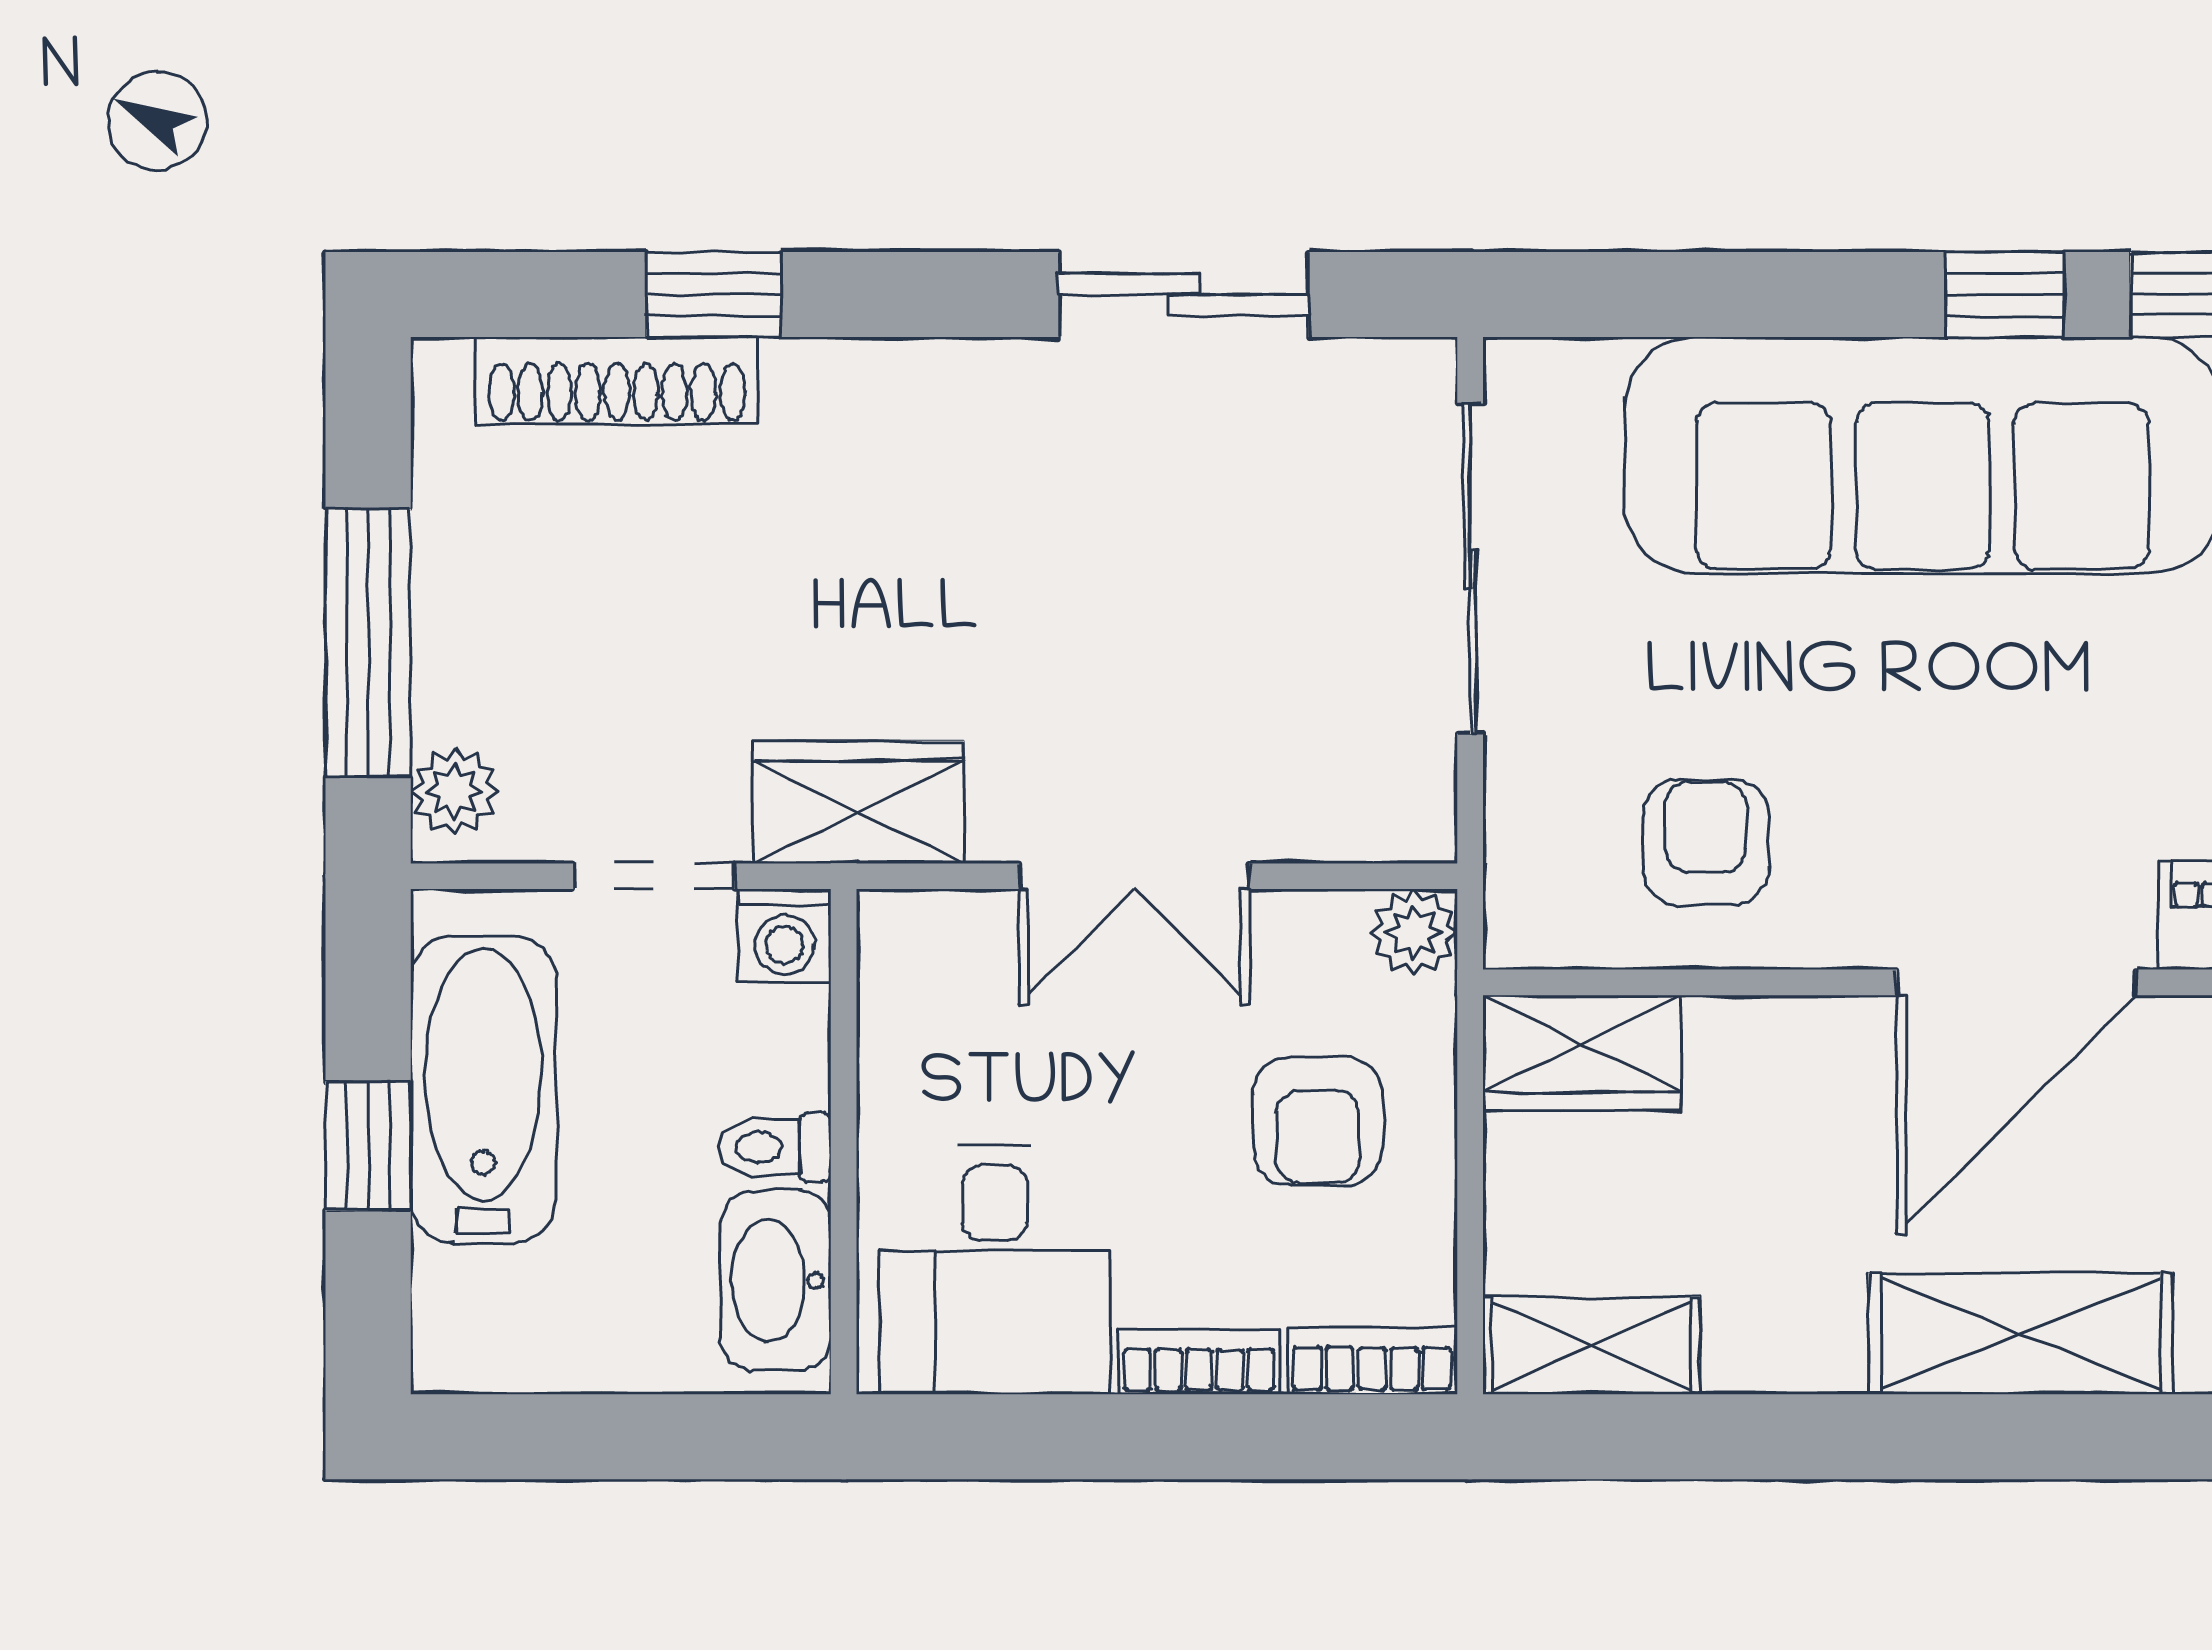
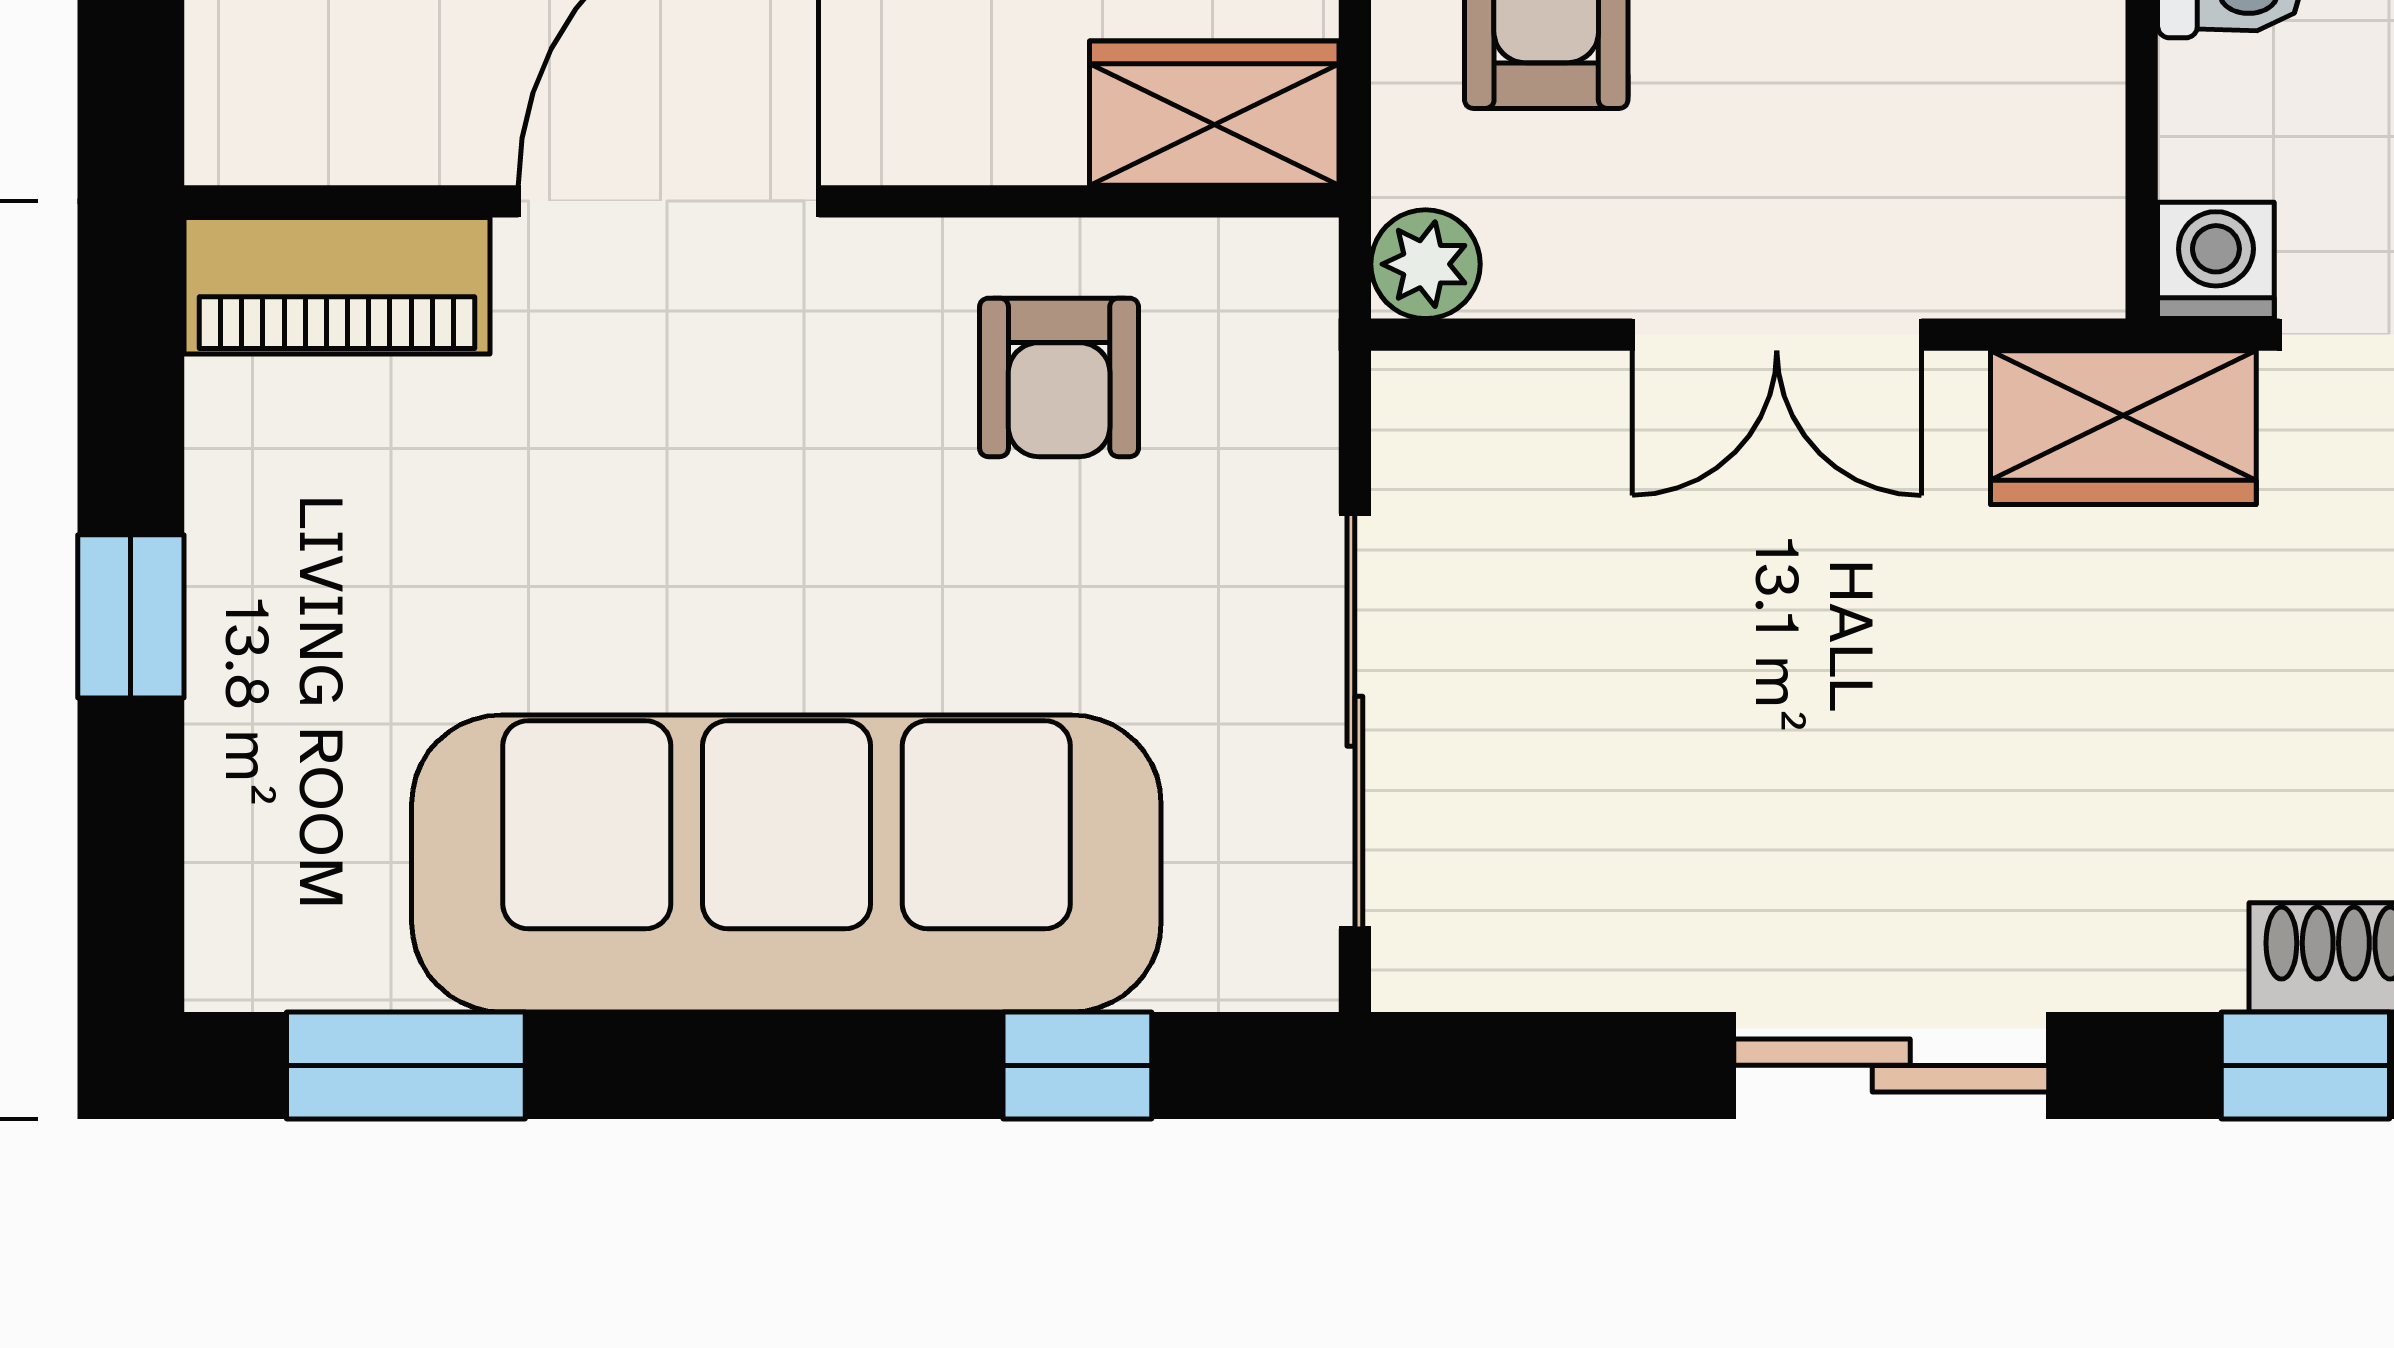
sliding door: (1184, 295) -> (1891, 1065), moved
window: (2005, 295) -> (1077, 1065), moved
double door: (1134, 876) -> (1777, 335), swing flipped

